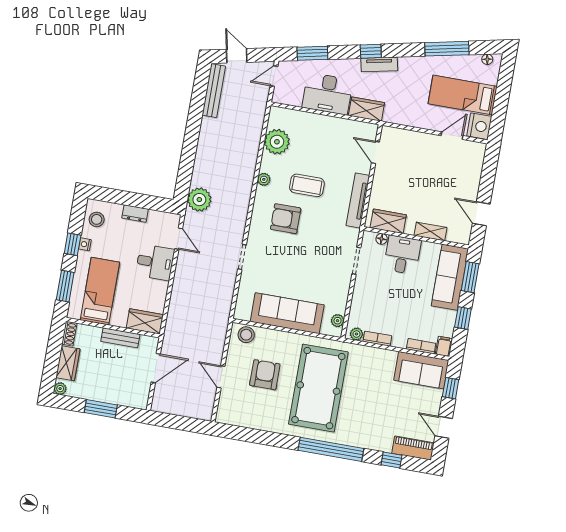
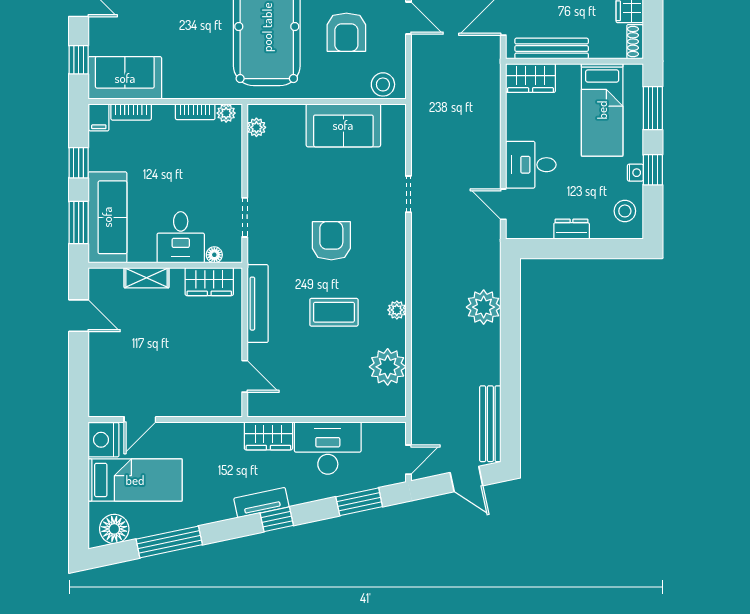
floor lamp: (487, 59) -> (114, 529), width x1.89, depth x1.89
plant: (199, 200) -> (484, 307), moved
armchair: (286, 219) -> (331, 241), moved, turned -90
sofa: (287, 313) -> (343, 125), width x0.73
bench: (120, 338) -> (552, 48), width x1.36

